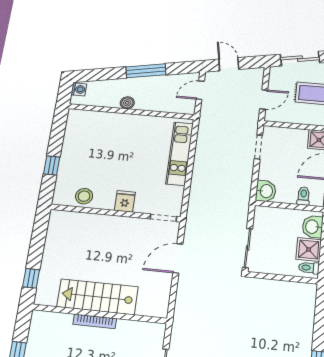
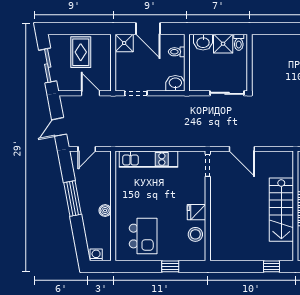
door: (200, 90) -> (87, 149), hinge flipped
kitchen island: (92, 140) -> (143, 236), added
fridge: (125, 201) -> (197, 212), moved

